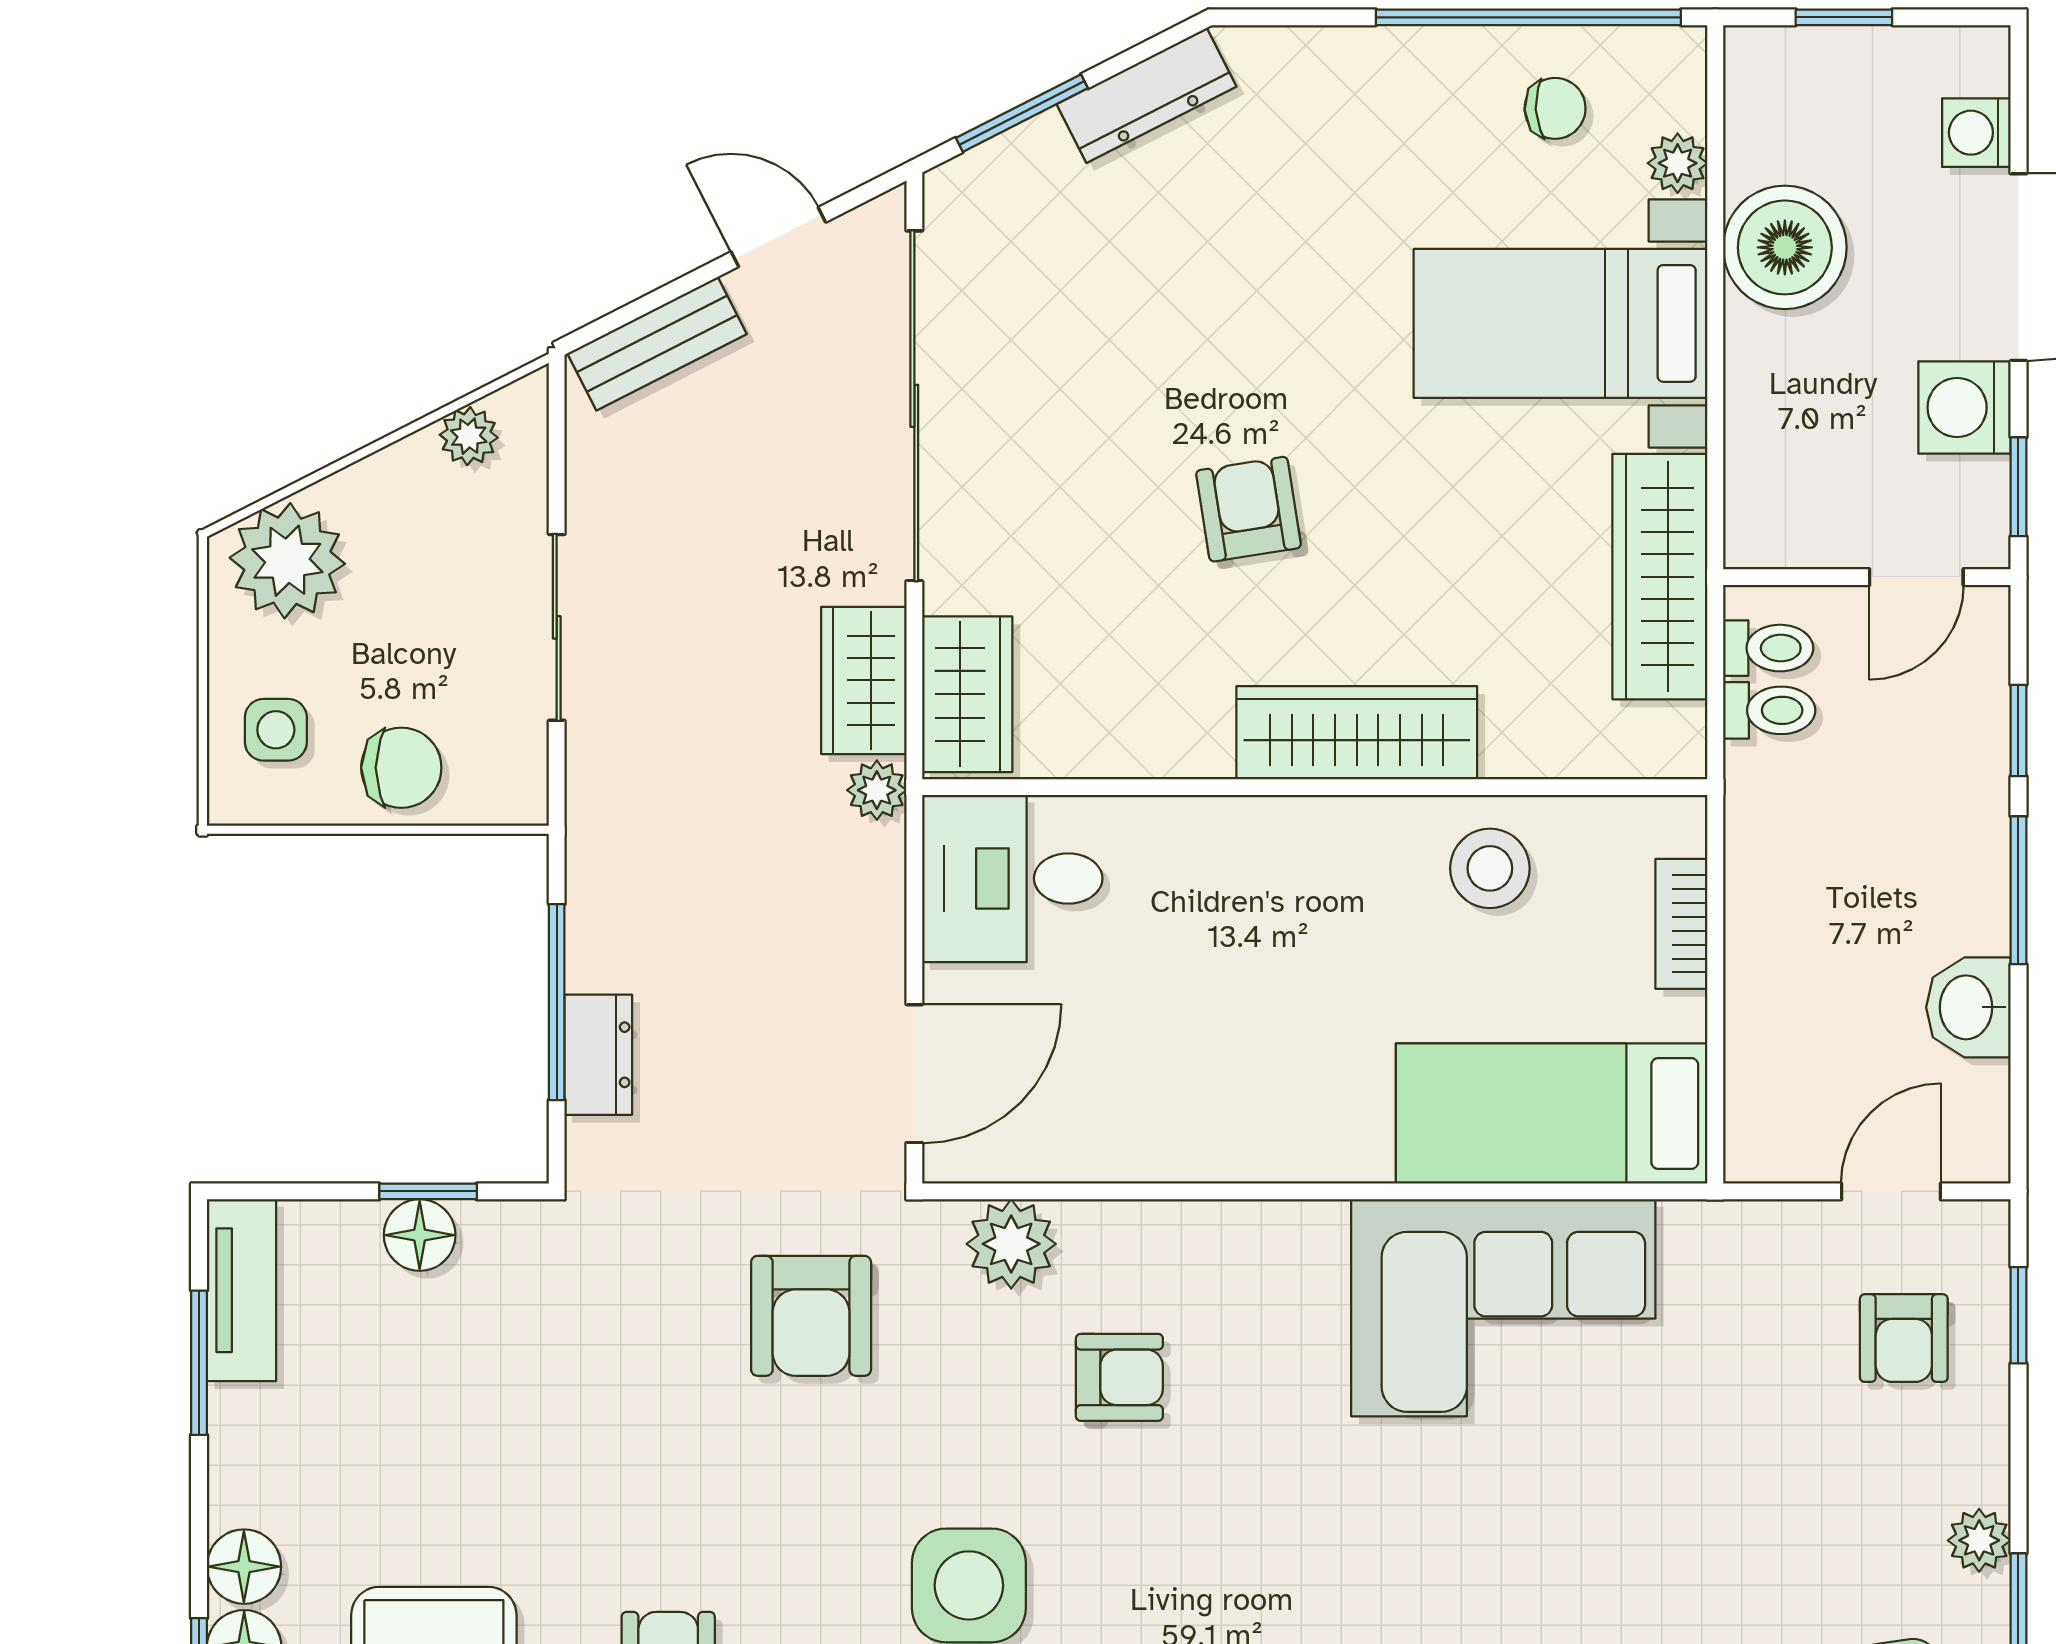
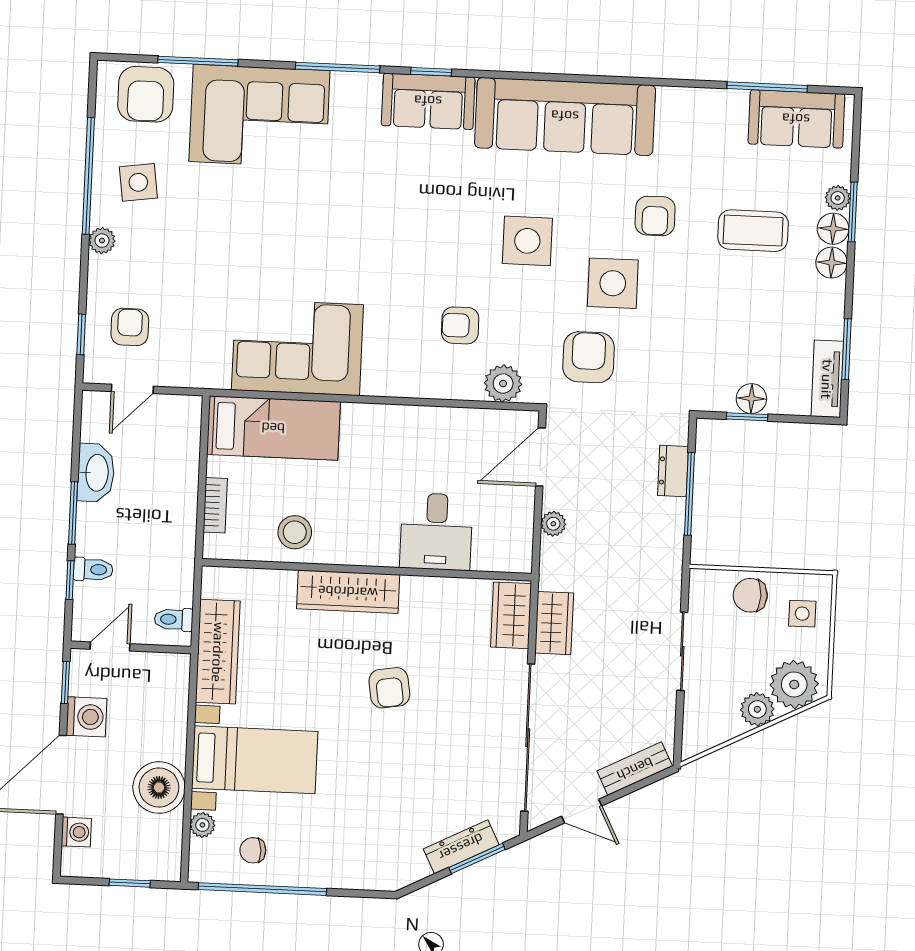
dresser: (1146, 95) -> (461, 847), moved
plant: (469, 436) -> (757, 709), moved, width x1.38, depth x1.38
toilet: (1769, 710) -> (93, 569), moved, turned 180
plant: (877, 790) -> (553, 524), moved
desk: (1012, 878) -> (436, 532), moved, turned 90
washbasin: (1968, 1007) -> (96, 473), width x1.38
side table: (761, 1494) -> (613, 283), added

